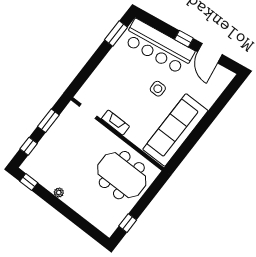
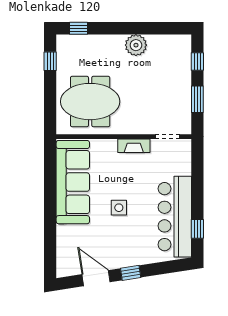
window: (116, 33) -> (197, 229), width x0.67
bar counter: (159, 47) -> (175, 217), moved, turned -81
window: (29, 182) -> (78, 28), moved
plant: (59, 193) -> (136, 45), width x1.87, depth x1.87

